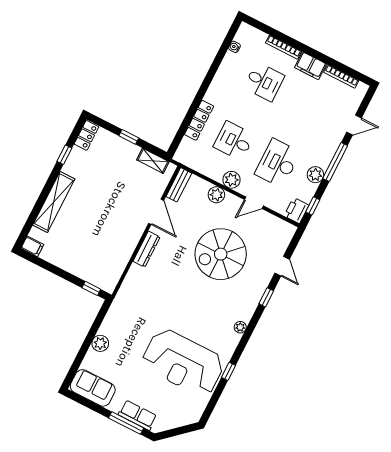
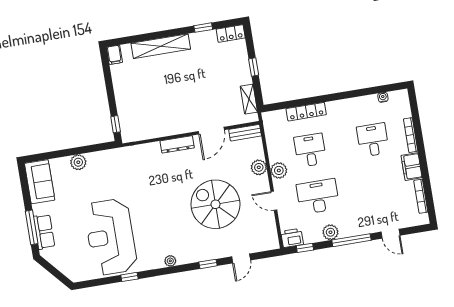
desk: (264, 82) -> (373, 140), turned 180

